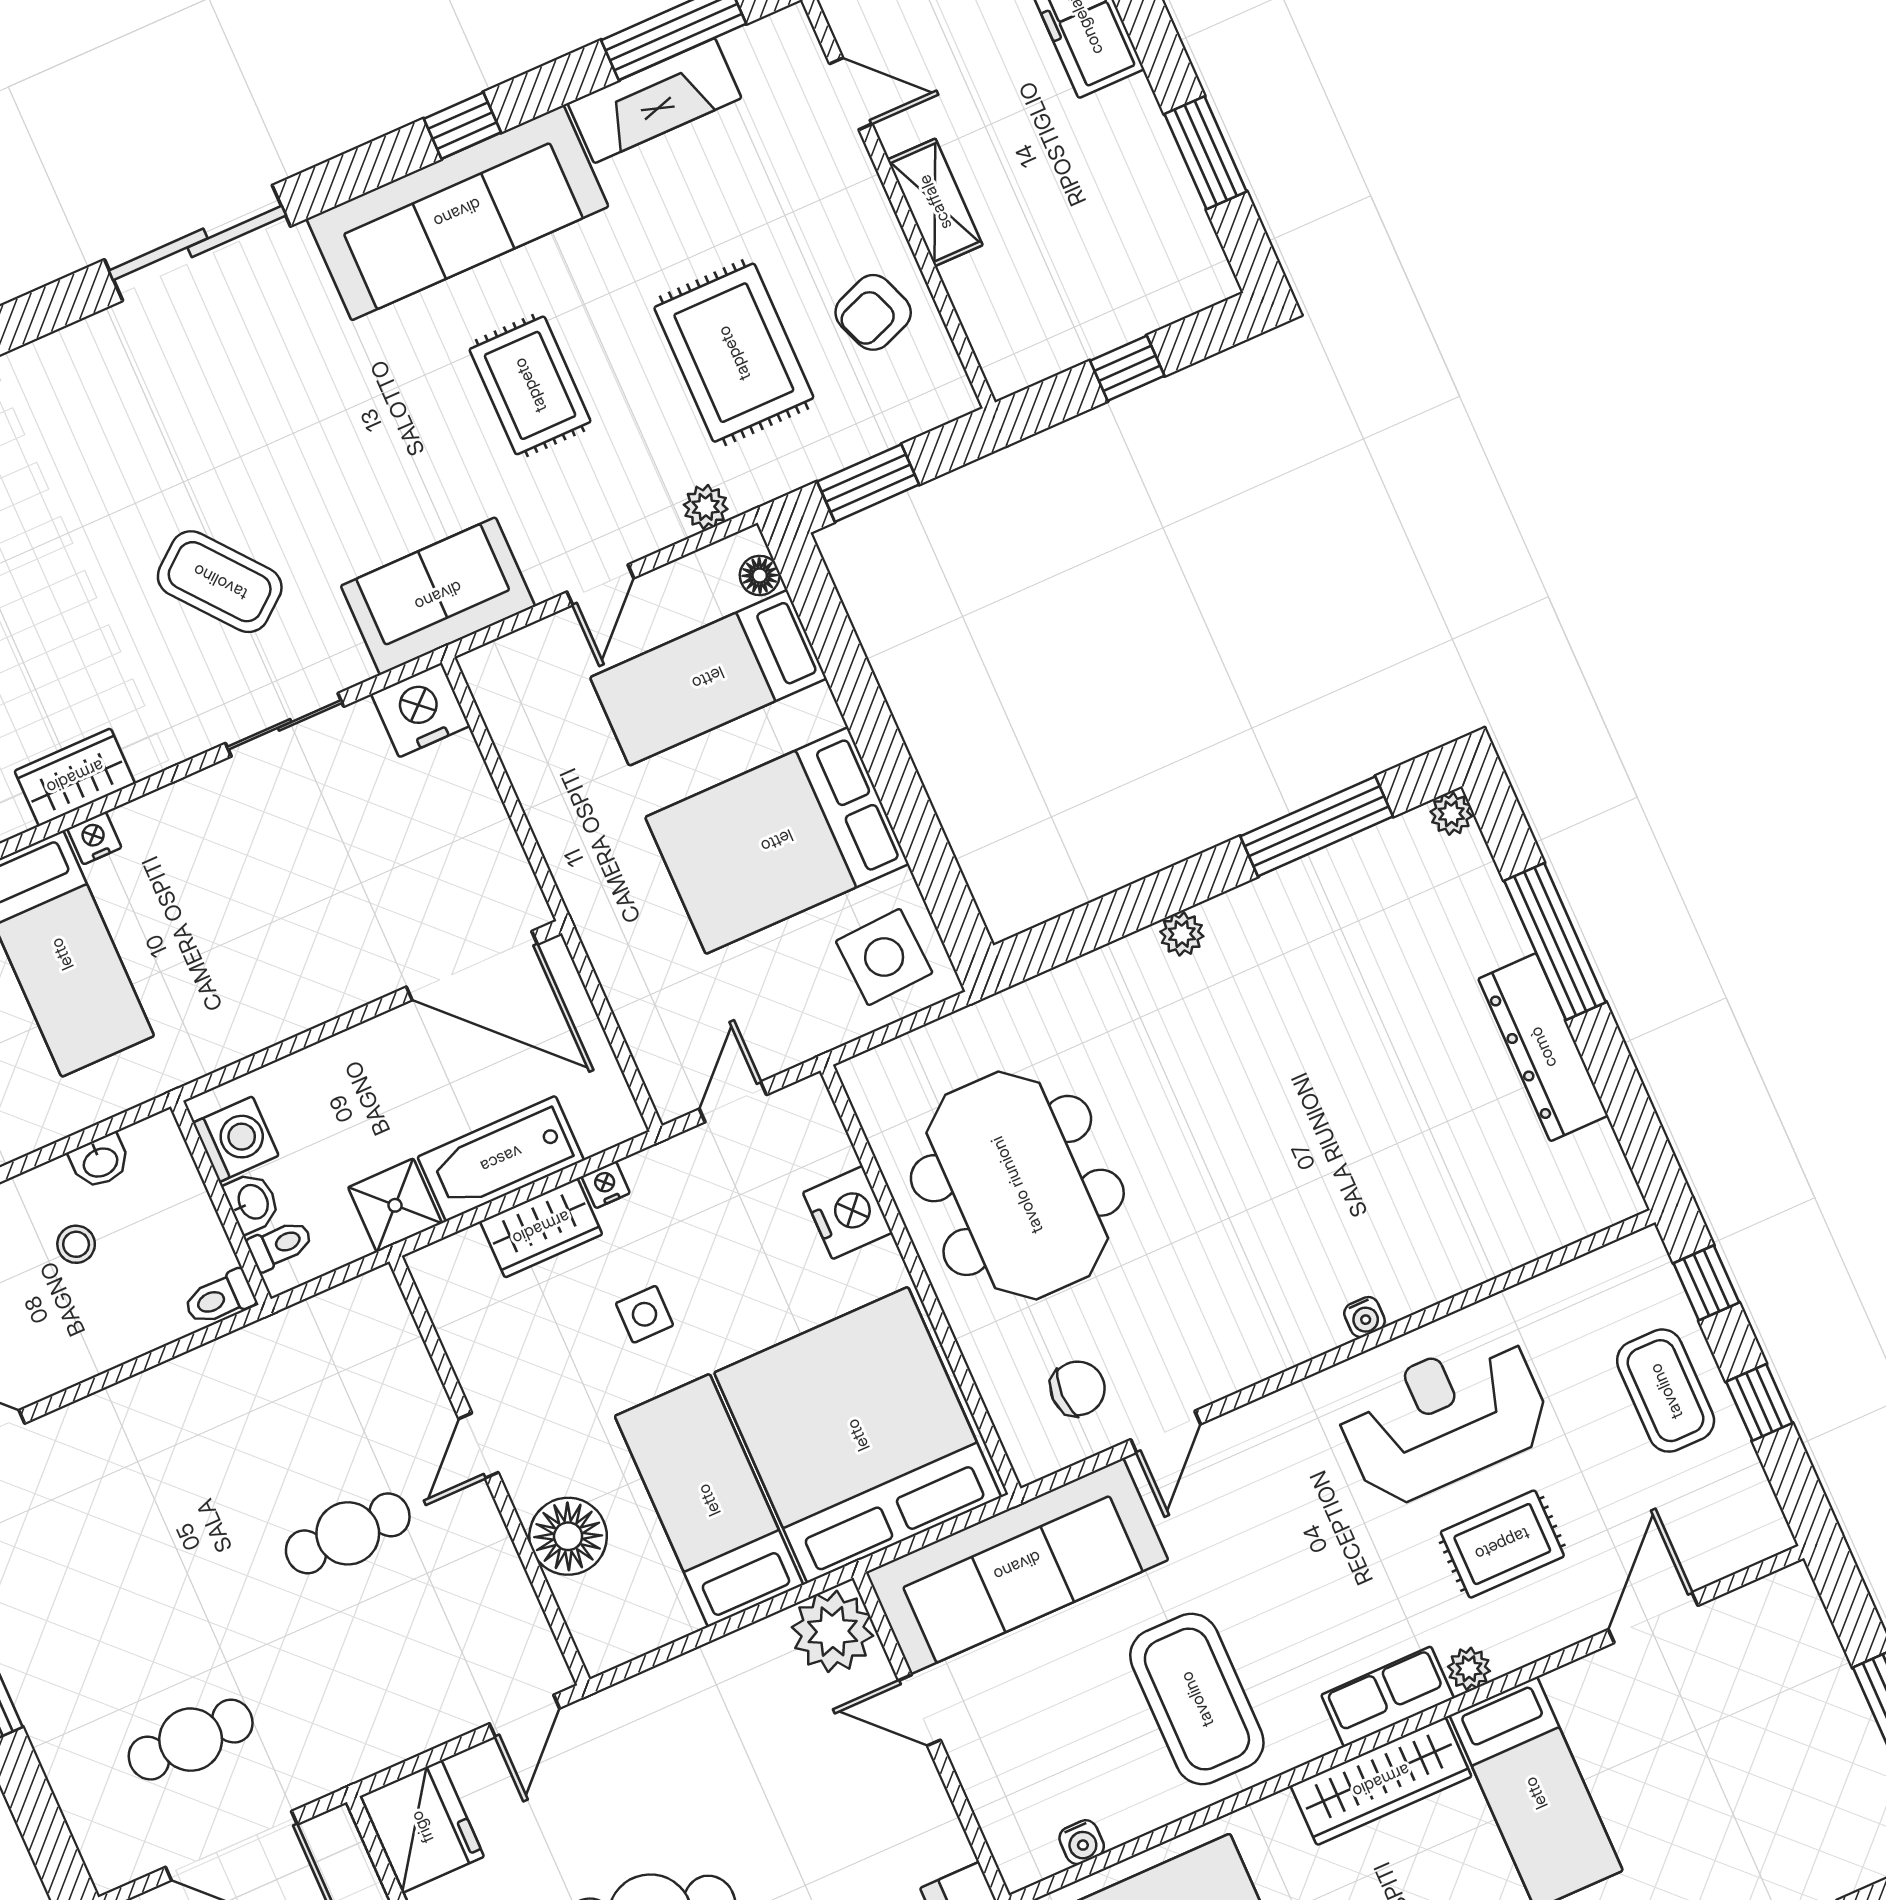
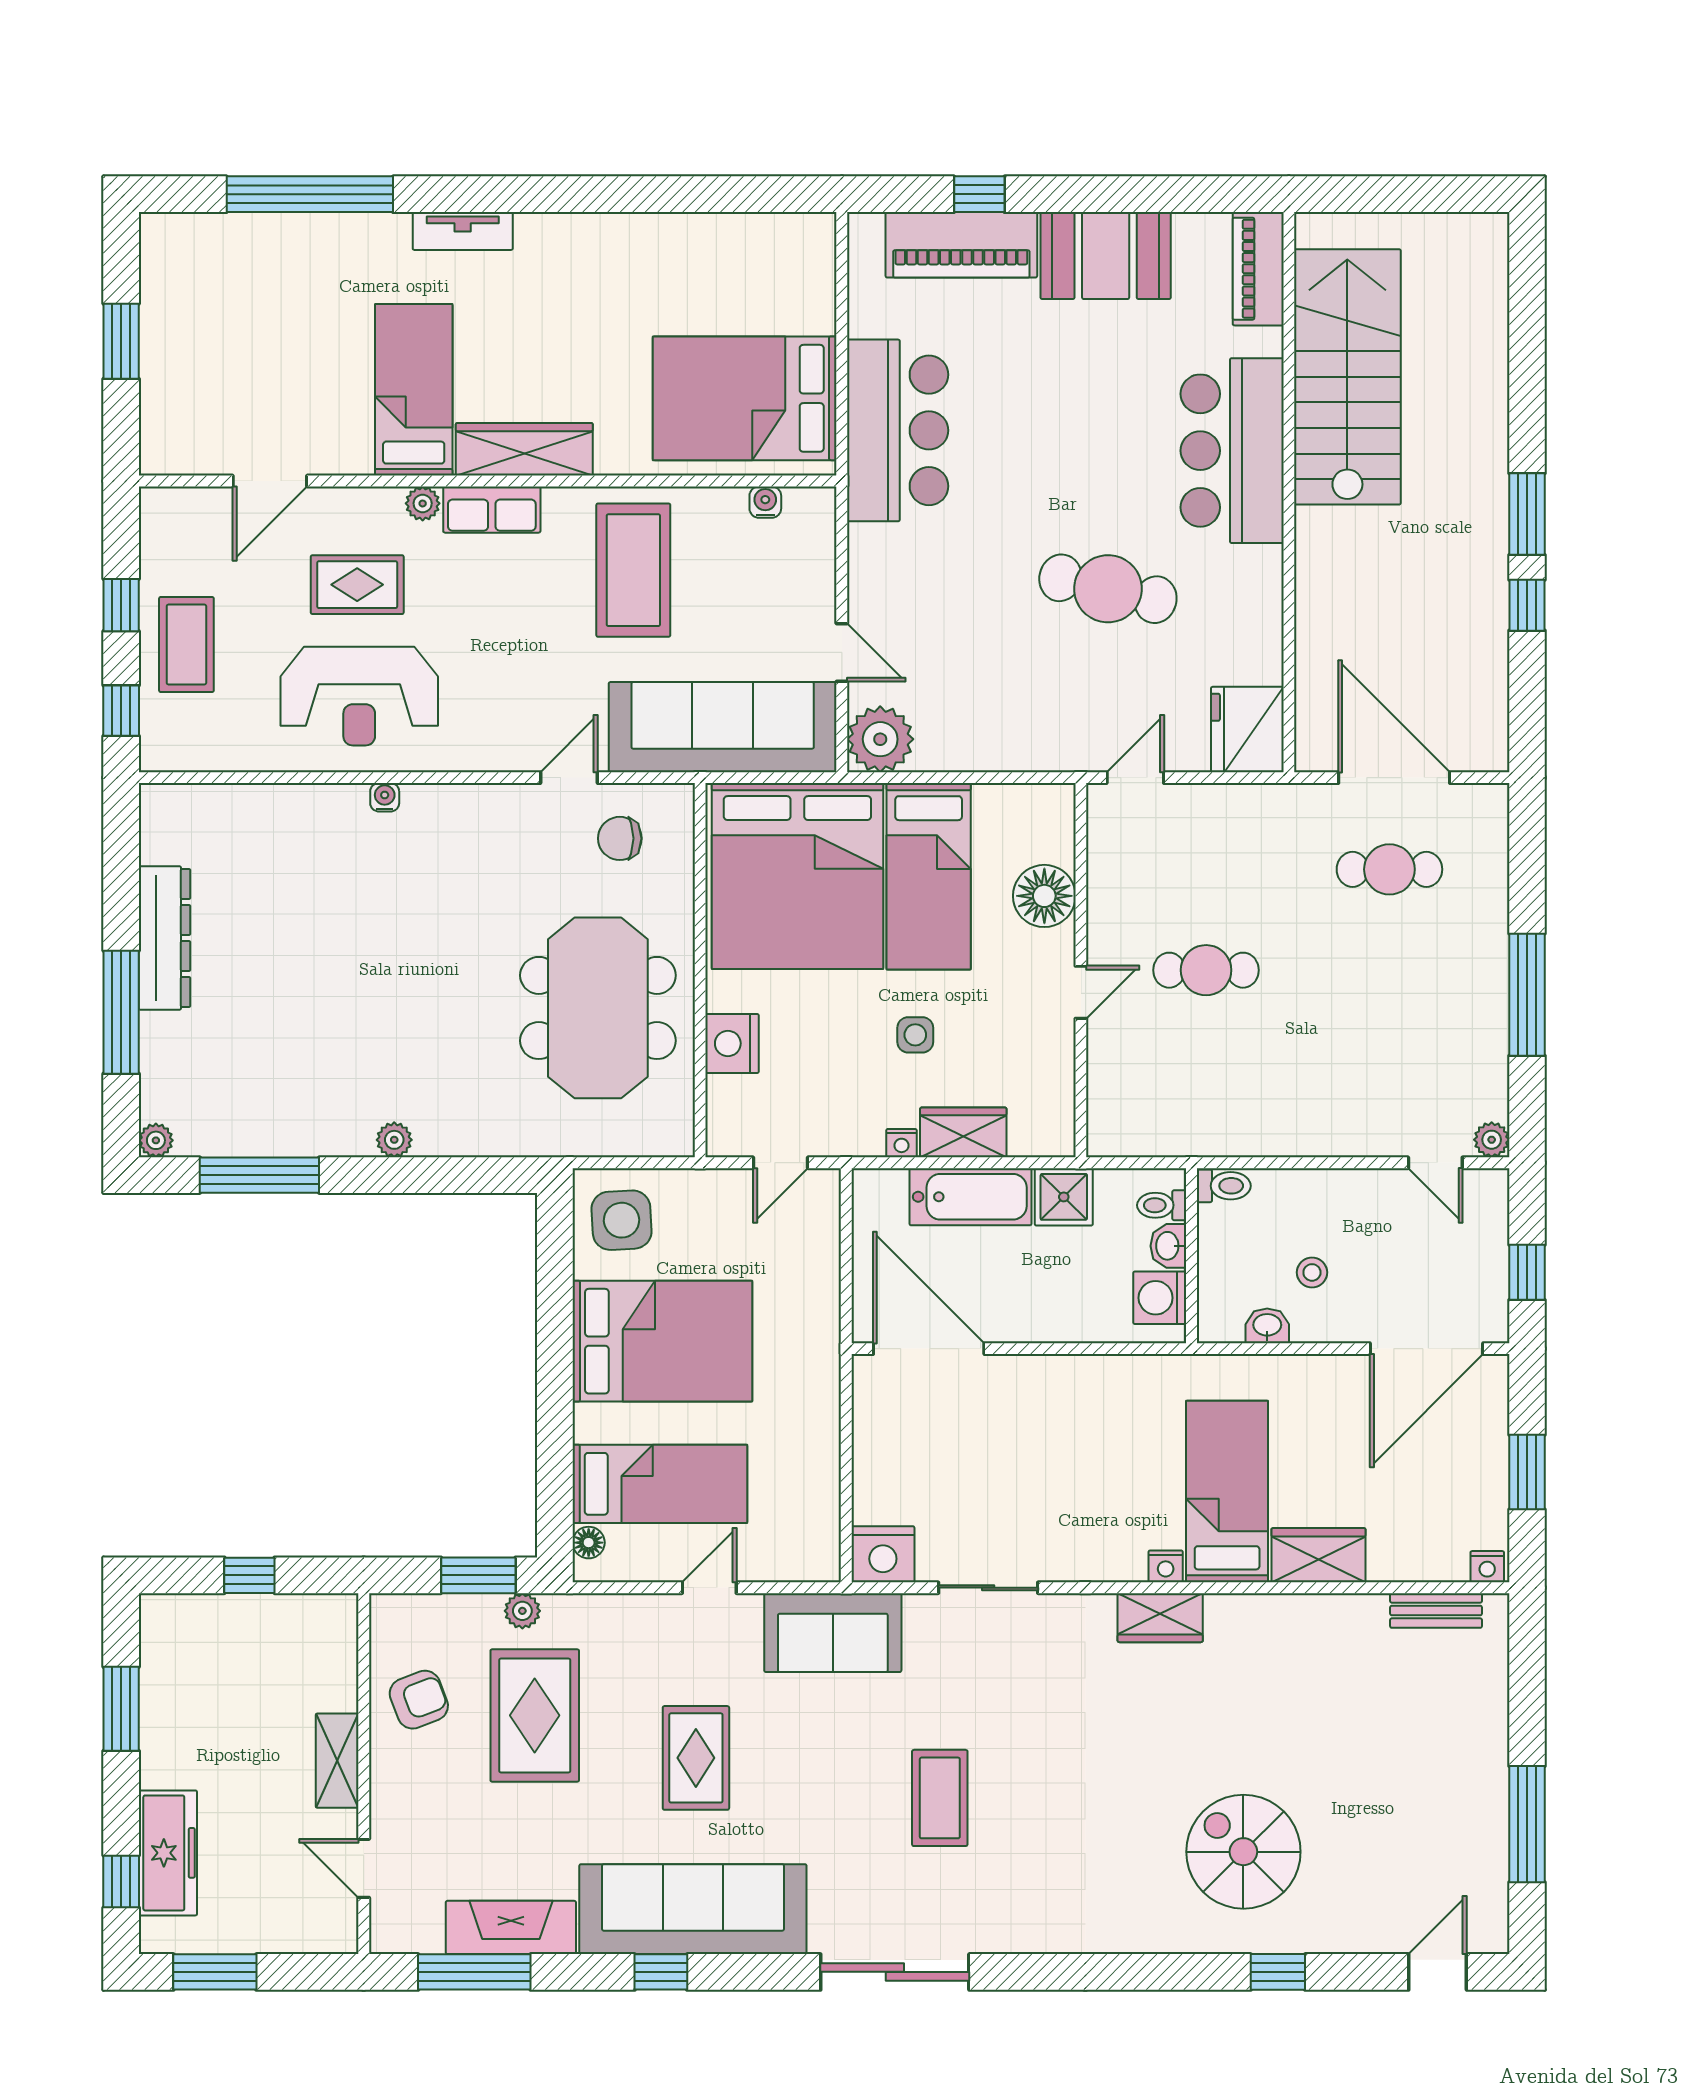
plant: (706, 507) -> (522, 1611), moved
coffee table: (220, 582) -> (940, 1798), moved, turned 39

